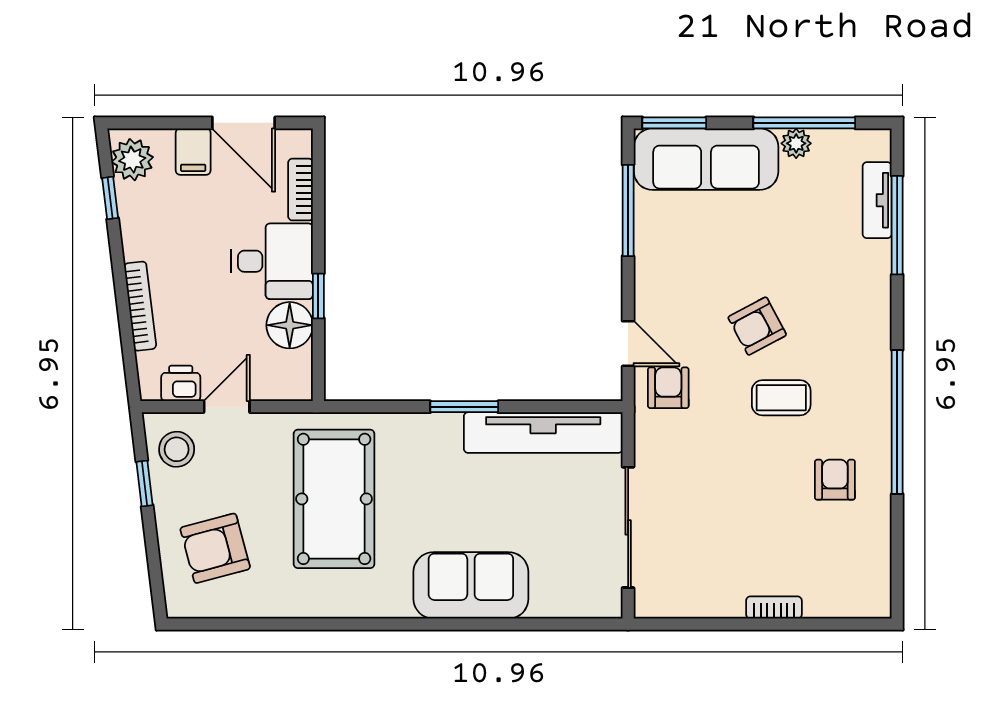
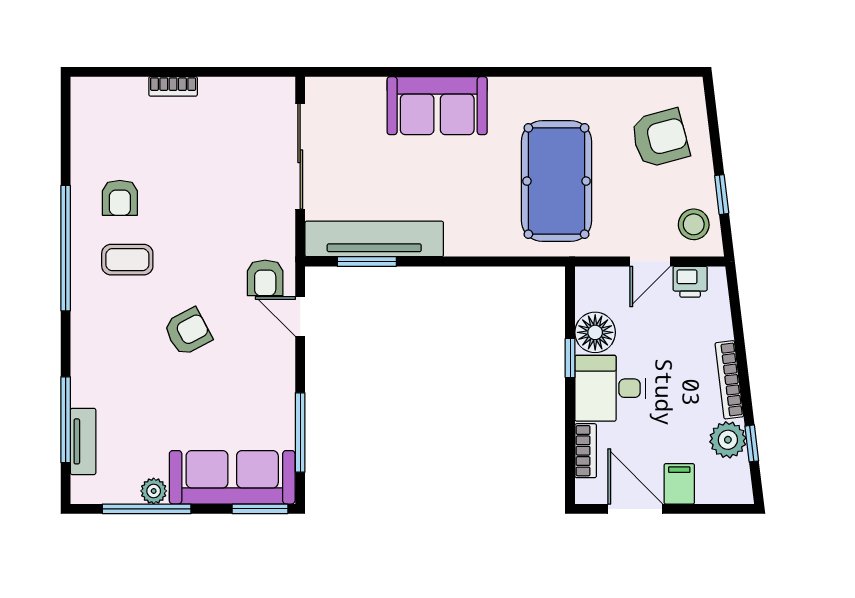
plant: (132, 160) -> (728, 440), moved
bookcase: (140, 306) -> (729, 380), moved
coffee table: (781, 398) -> (127, 260), moved
window: (464, 407) -> (367, 261), moved

